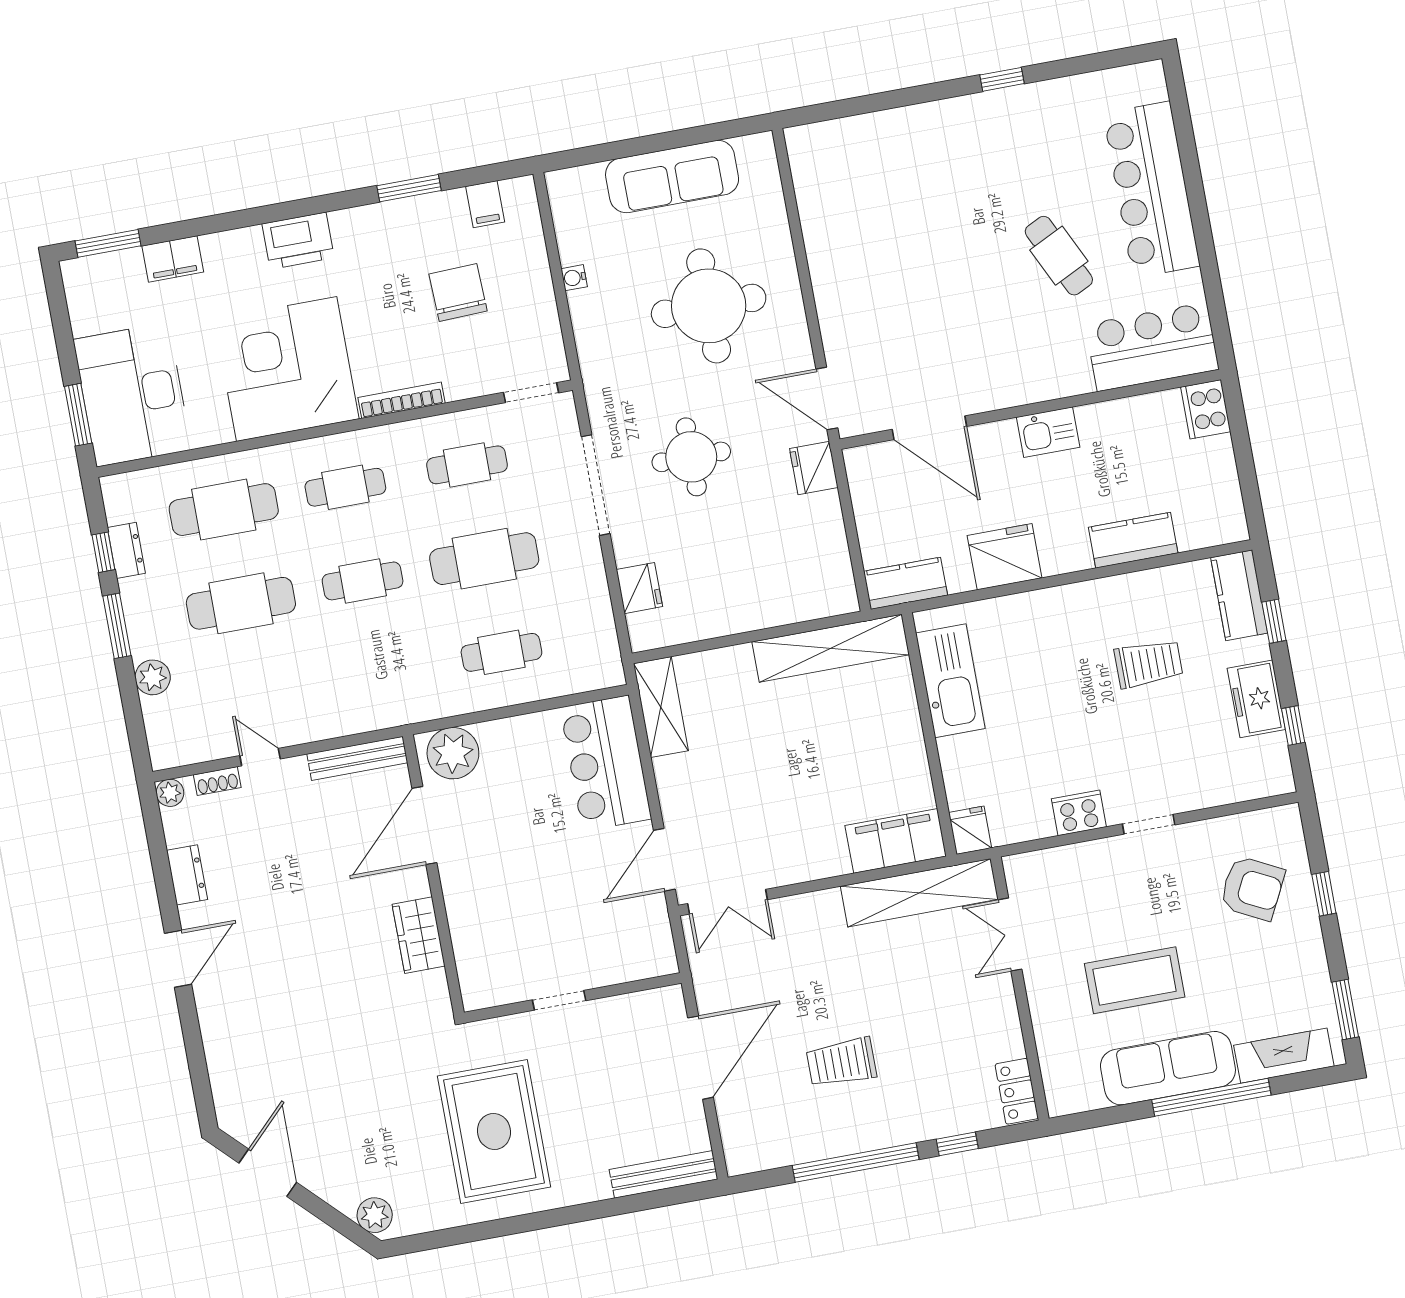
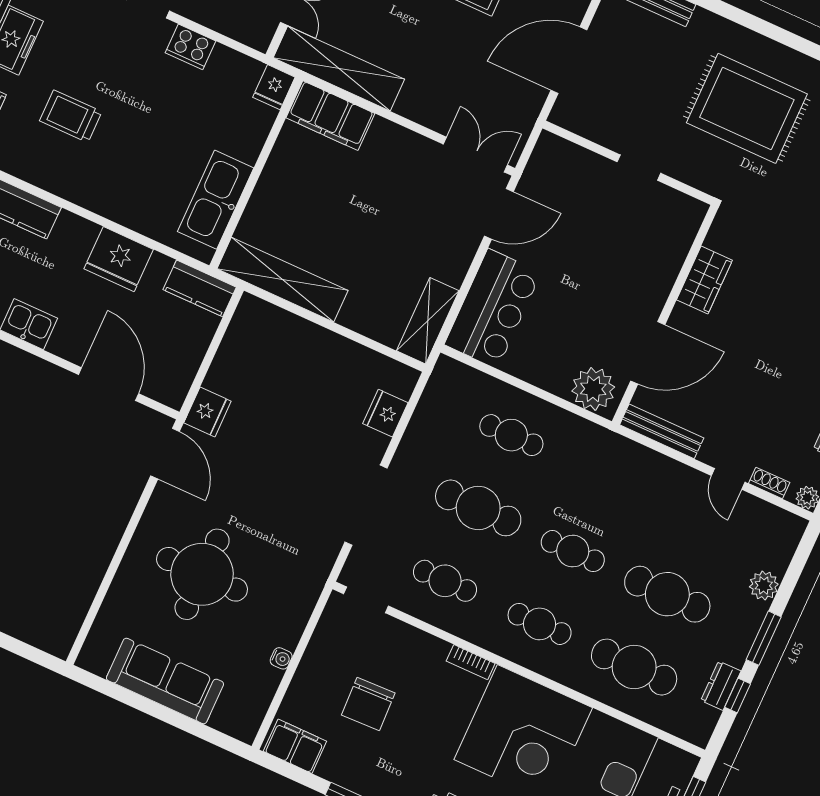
filing cabinet: (485, 204) -> (295, 746), width x2.00
bookcase: (401, 400) -> (471, 662), width x0.64
round table: (691, 457) -> (287, 479), removed
rug: (494, 1131) -> (747, 108), turned 90

